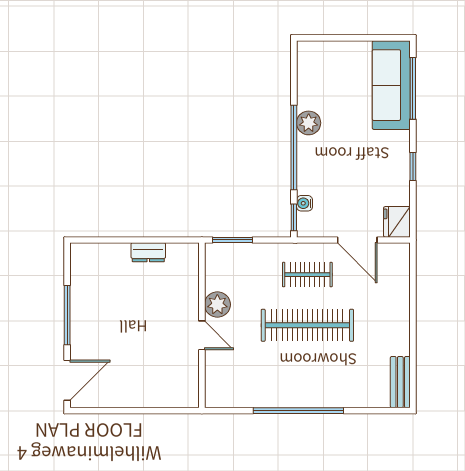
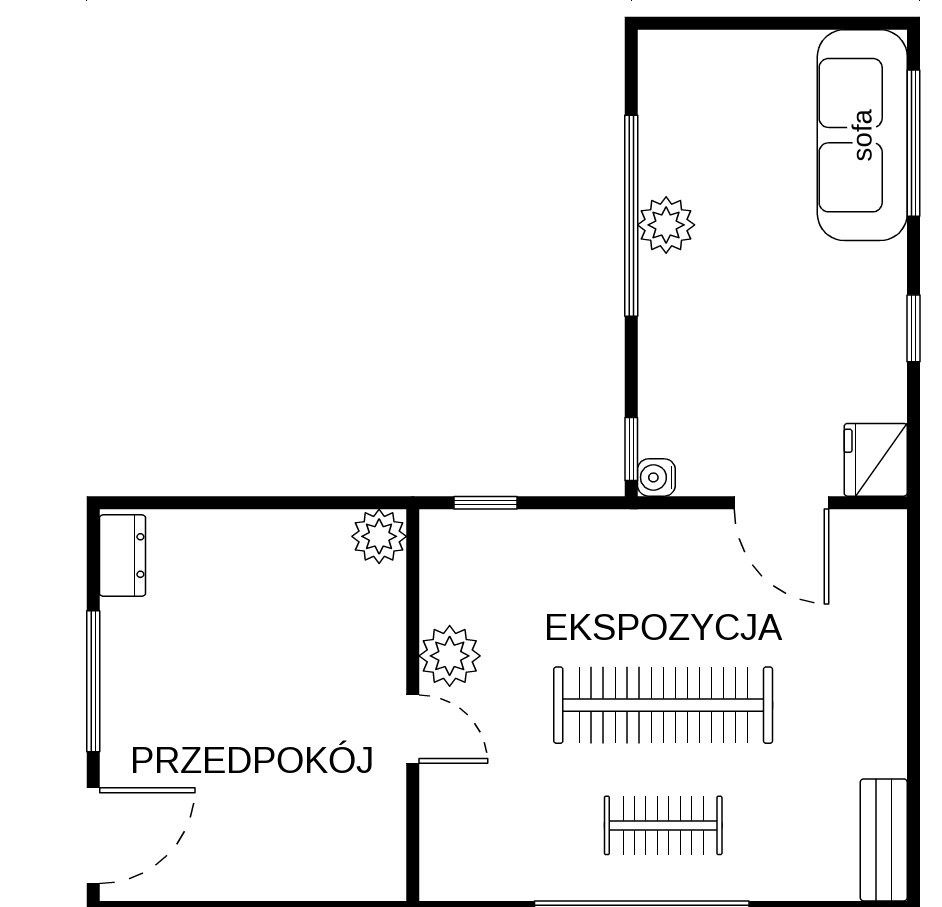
window: (294, 148) -> (631, 216), moved
water cooler: (305, 203) -> (656, 477), moved
window: (232, 240) -> (485, 503), width x0.67
dresser: (148, 252) -> (123, 556), moved, turned -90
plant: (188, 254) -> (379, 536), added
clothes rail: (307, 275) -> (663, 825), moved

